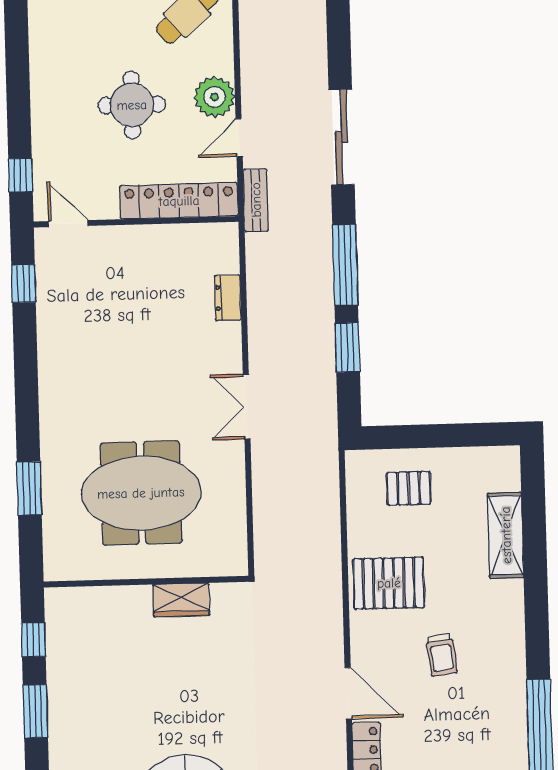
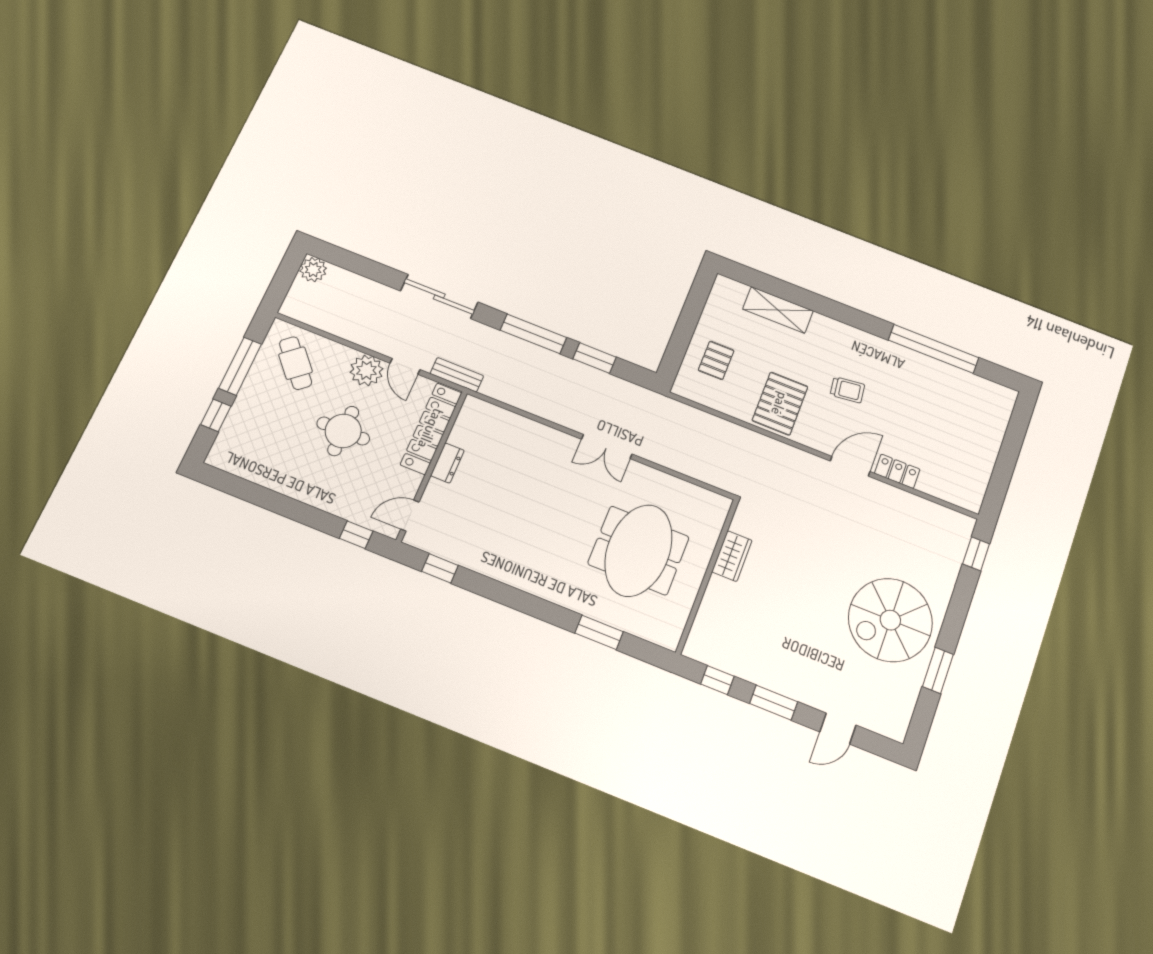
dresser: (228, 298) -> (447, 463), moved, turned -90

